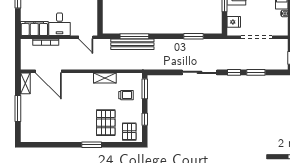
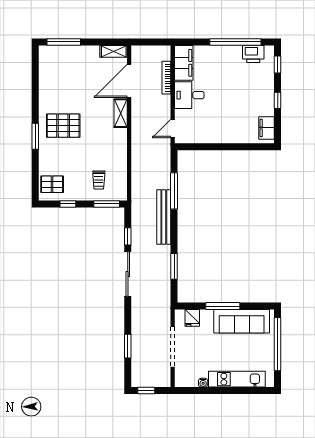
bench: (132, 44) -> (164, 217), moved
window: (234, 72) -> (128, 236), moved
shelving: (105, 78) -> (121, 113), moved
window: (18, 108) -> (64, 42), moved
pallet: (106, 123) -> (63, 126), moved

